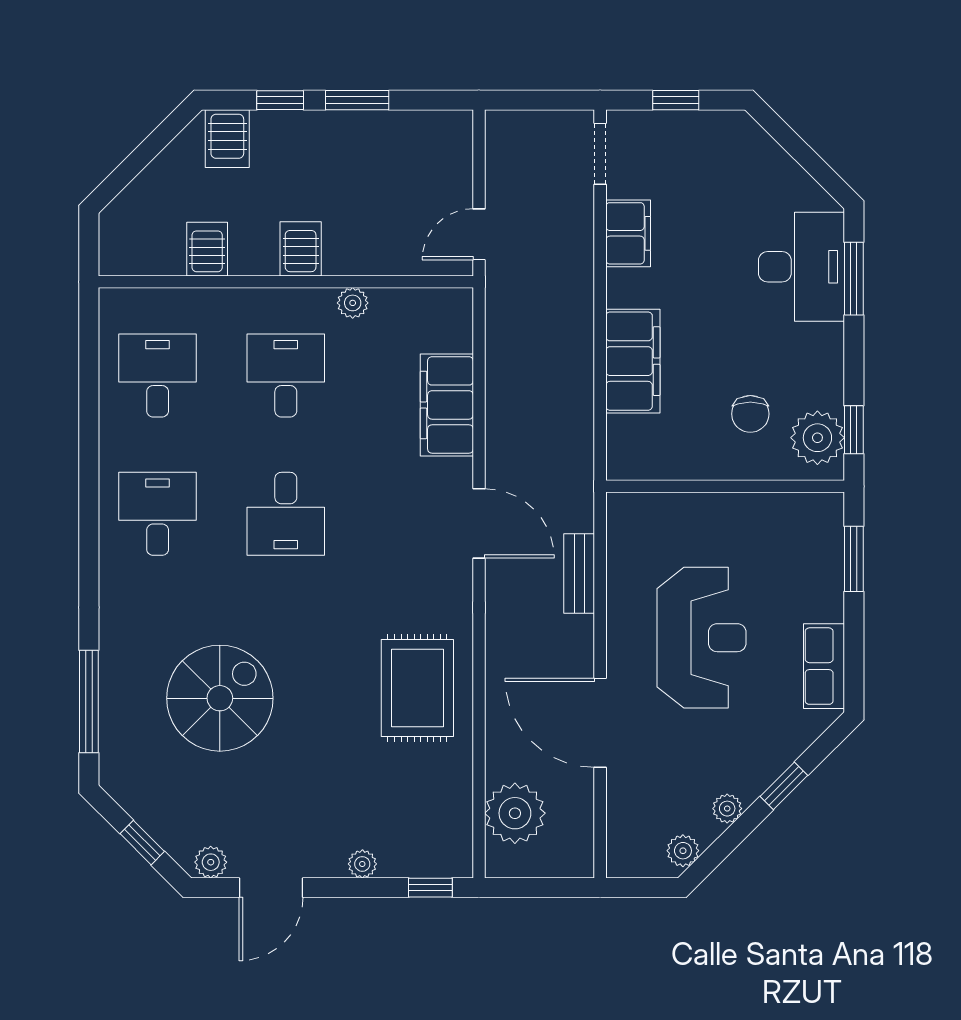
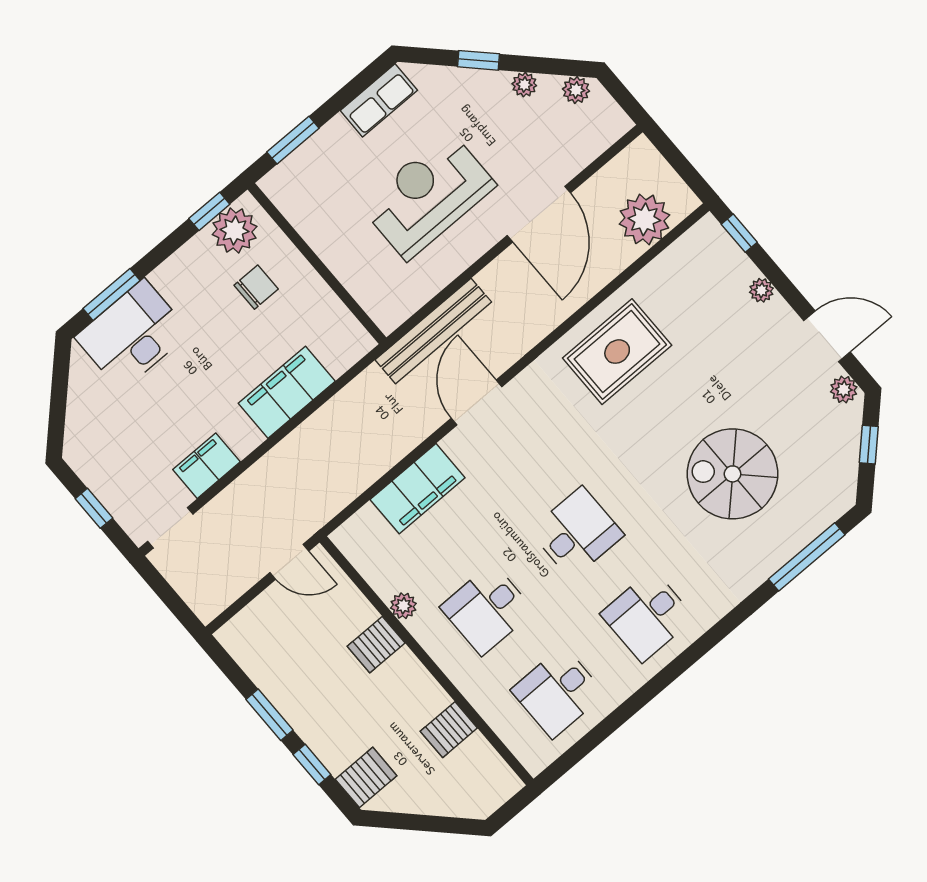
server rack: (301, 249) -> (376, 645), moved
bench: (579, 574) -> (433, 331), width x1.86, depth x1.21

